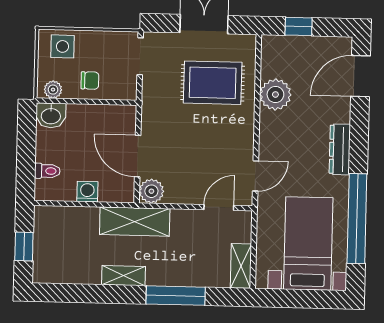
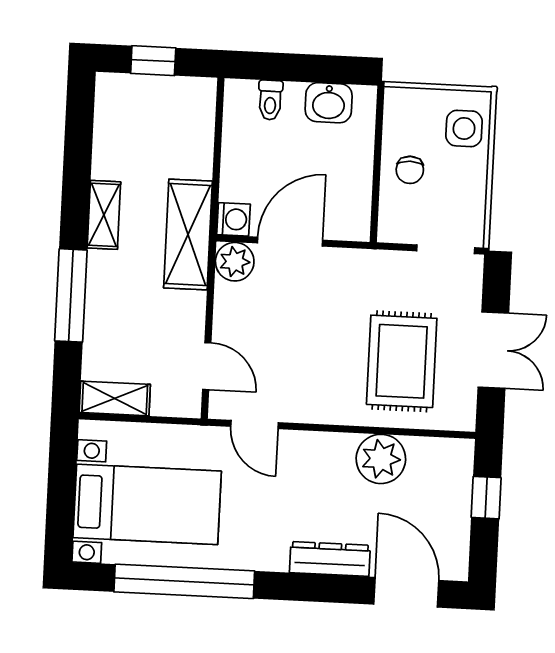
plant: (53, 90) -> (397, 112), removed
washbasin: (51, 115) -> (329, 103), moved, turned -90
dresser: (340, 149) -> (330, 559), moved
washing machine: (87, 192) -> (234, 219), moved

